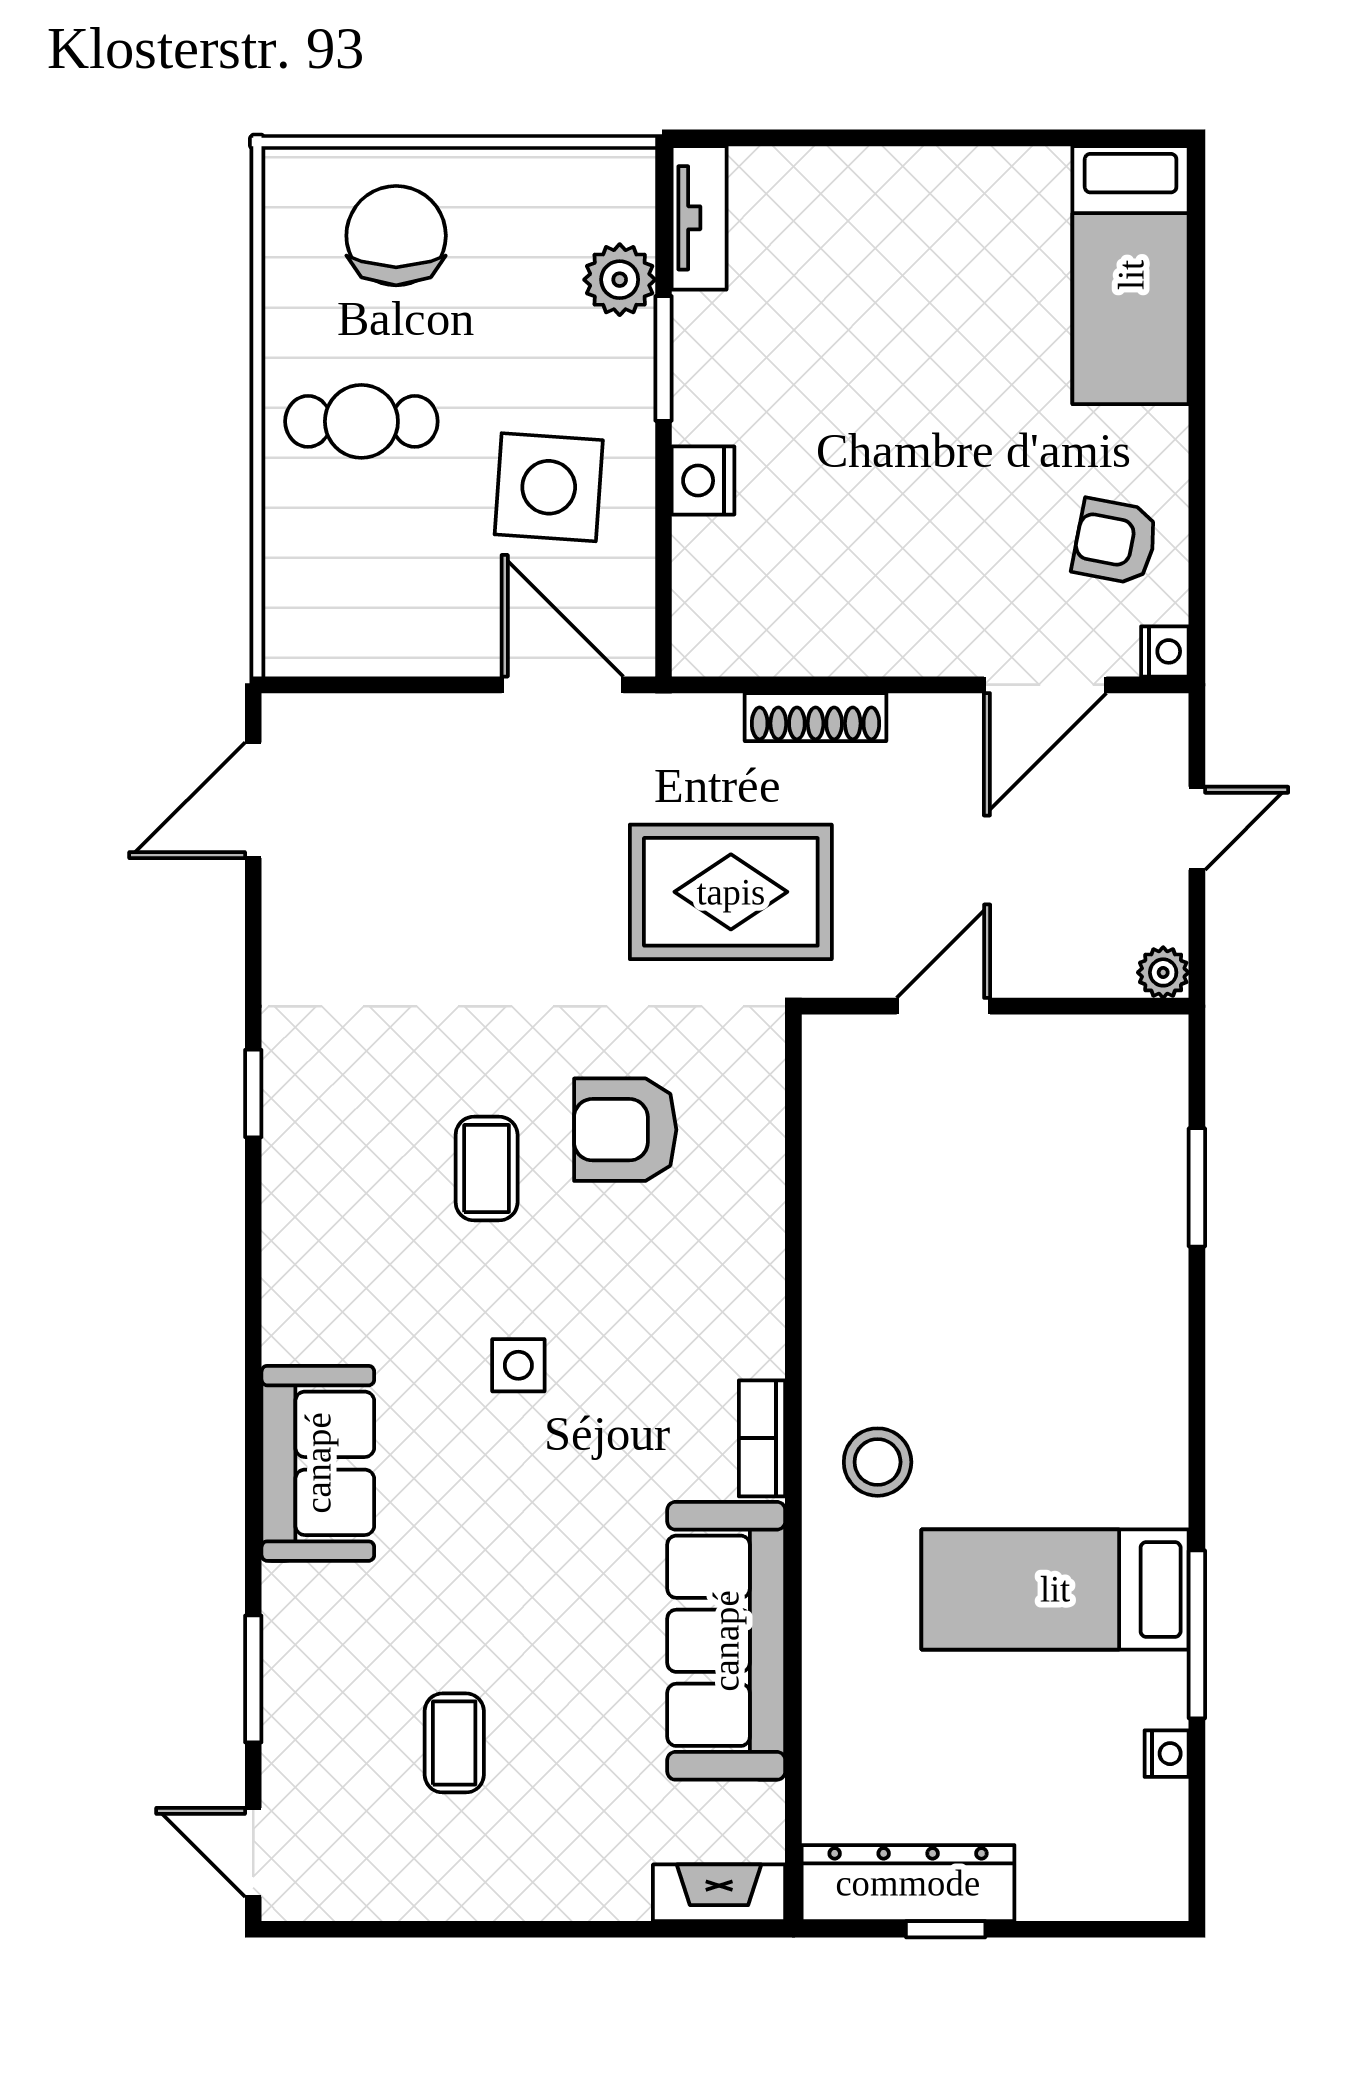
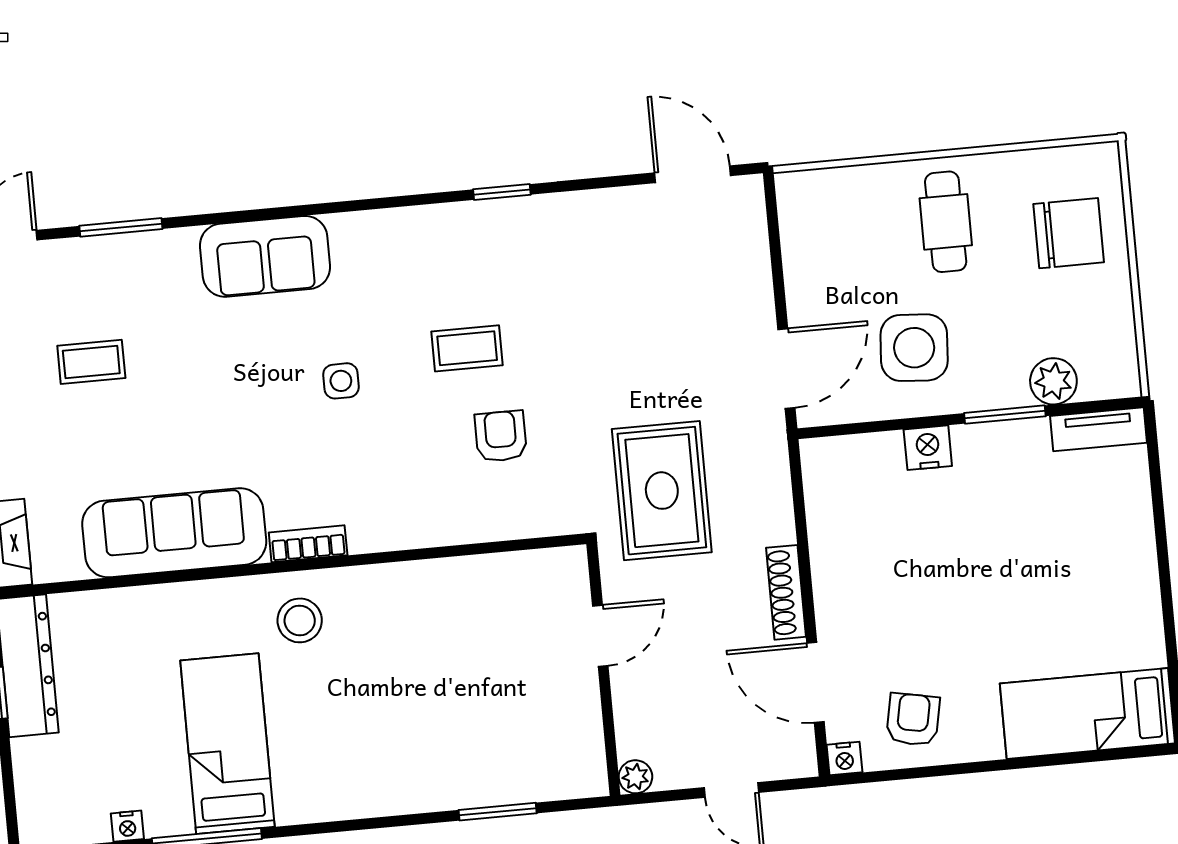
shoe rack: (816, 717) -> (786, 592), moved
door: (943, 1006) -> (600, 636), hinge flipped
armchair: (625, 1130) -> (501, 436), width x0.72, depth x0.72

